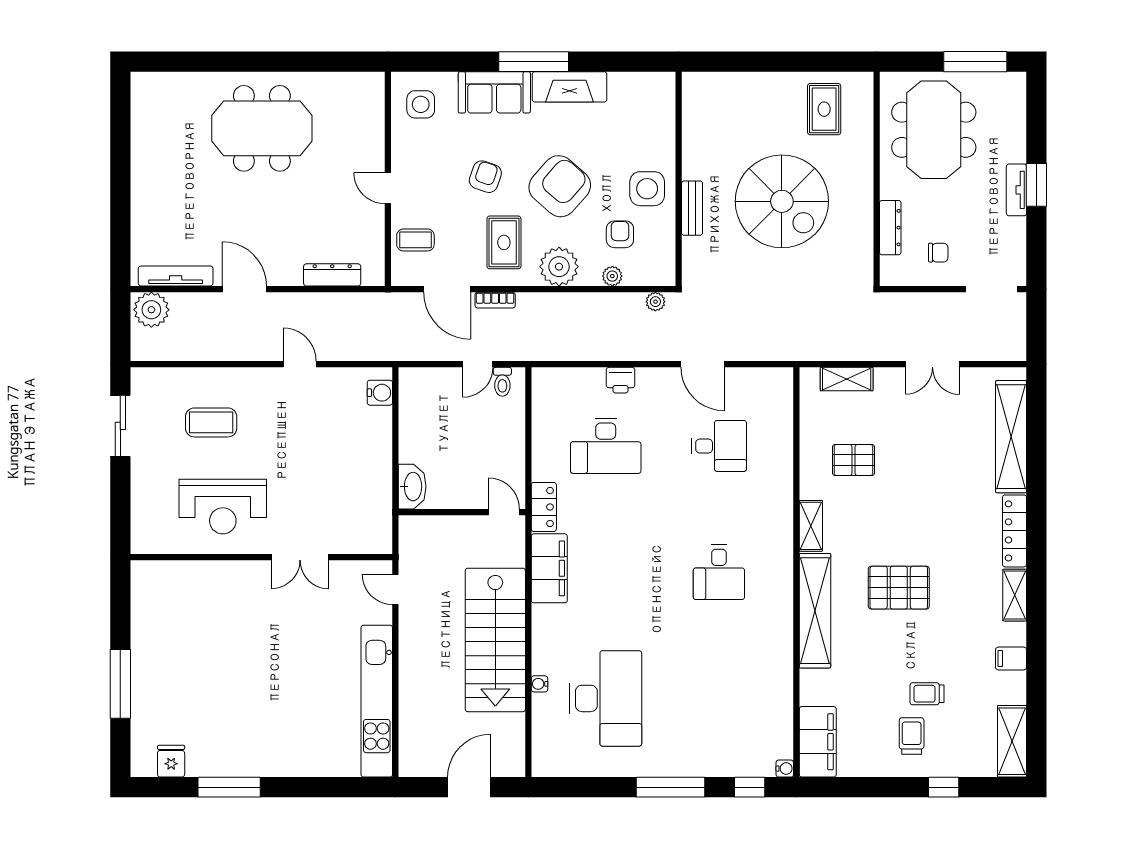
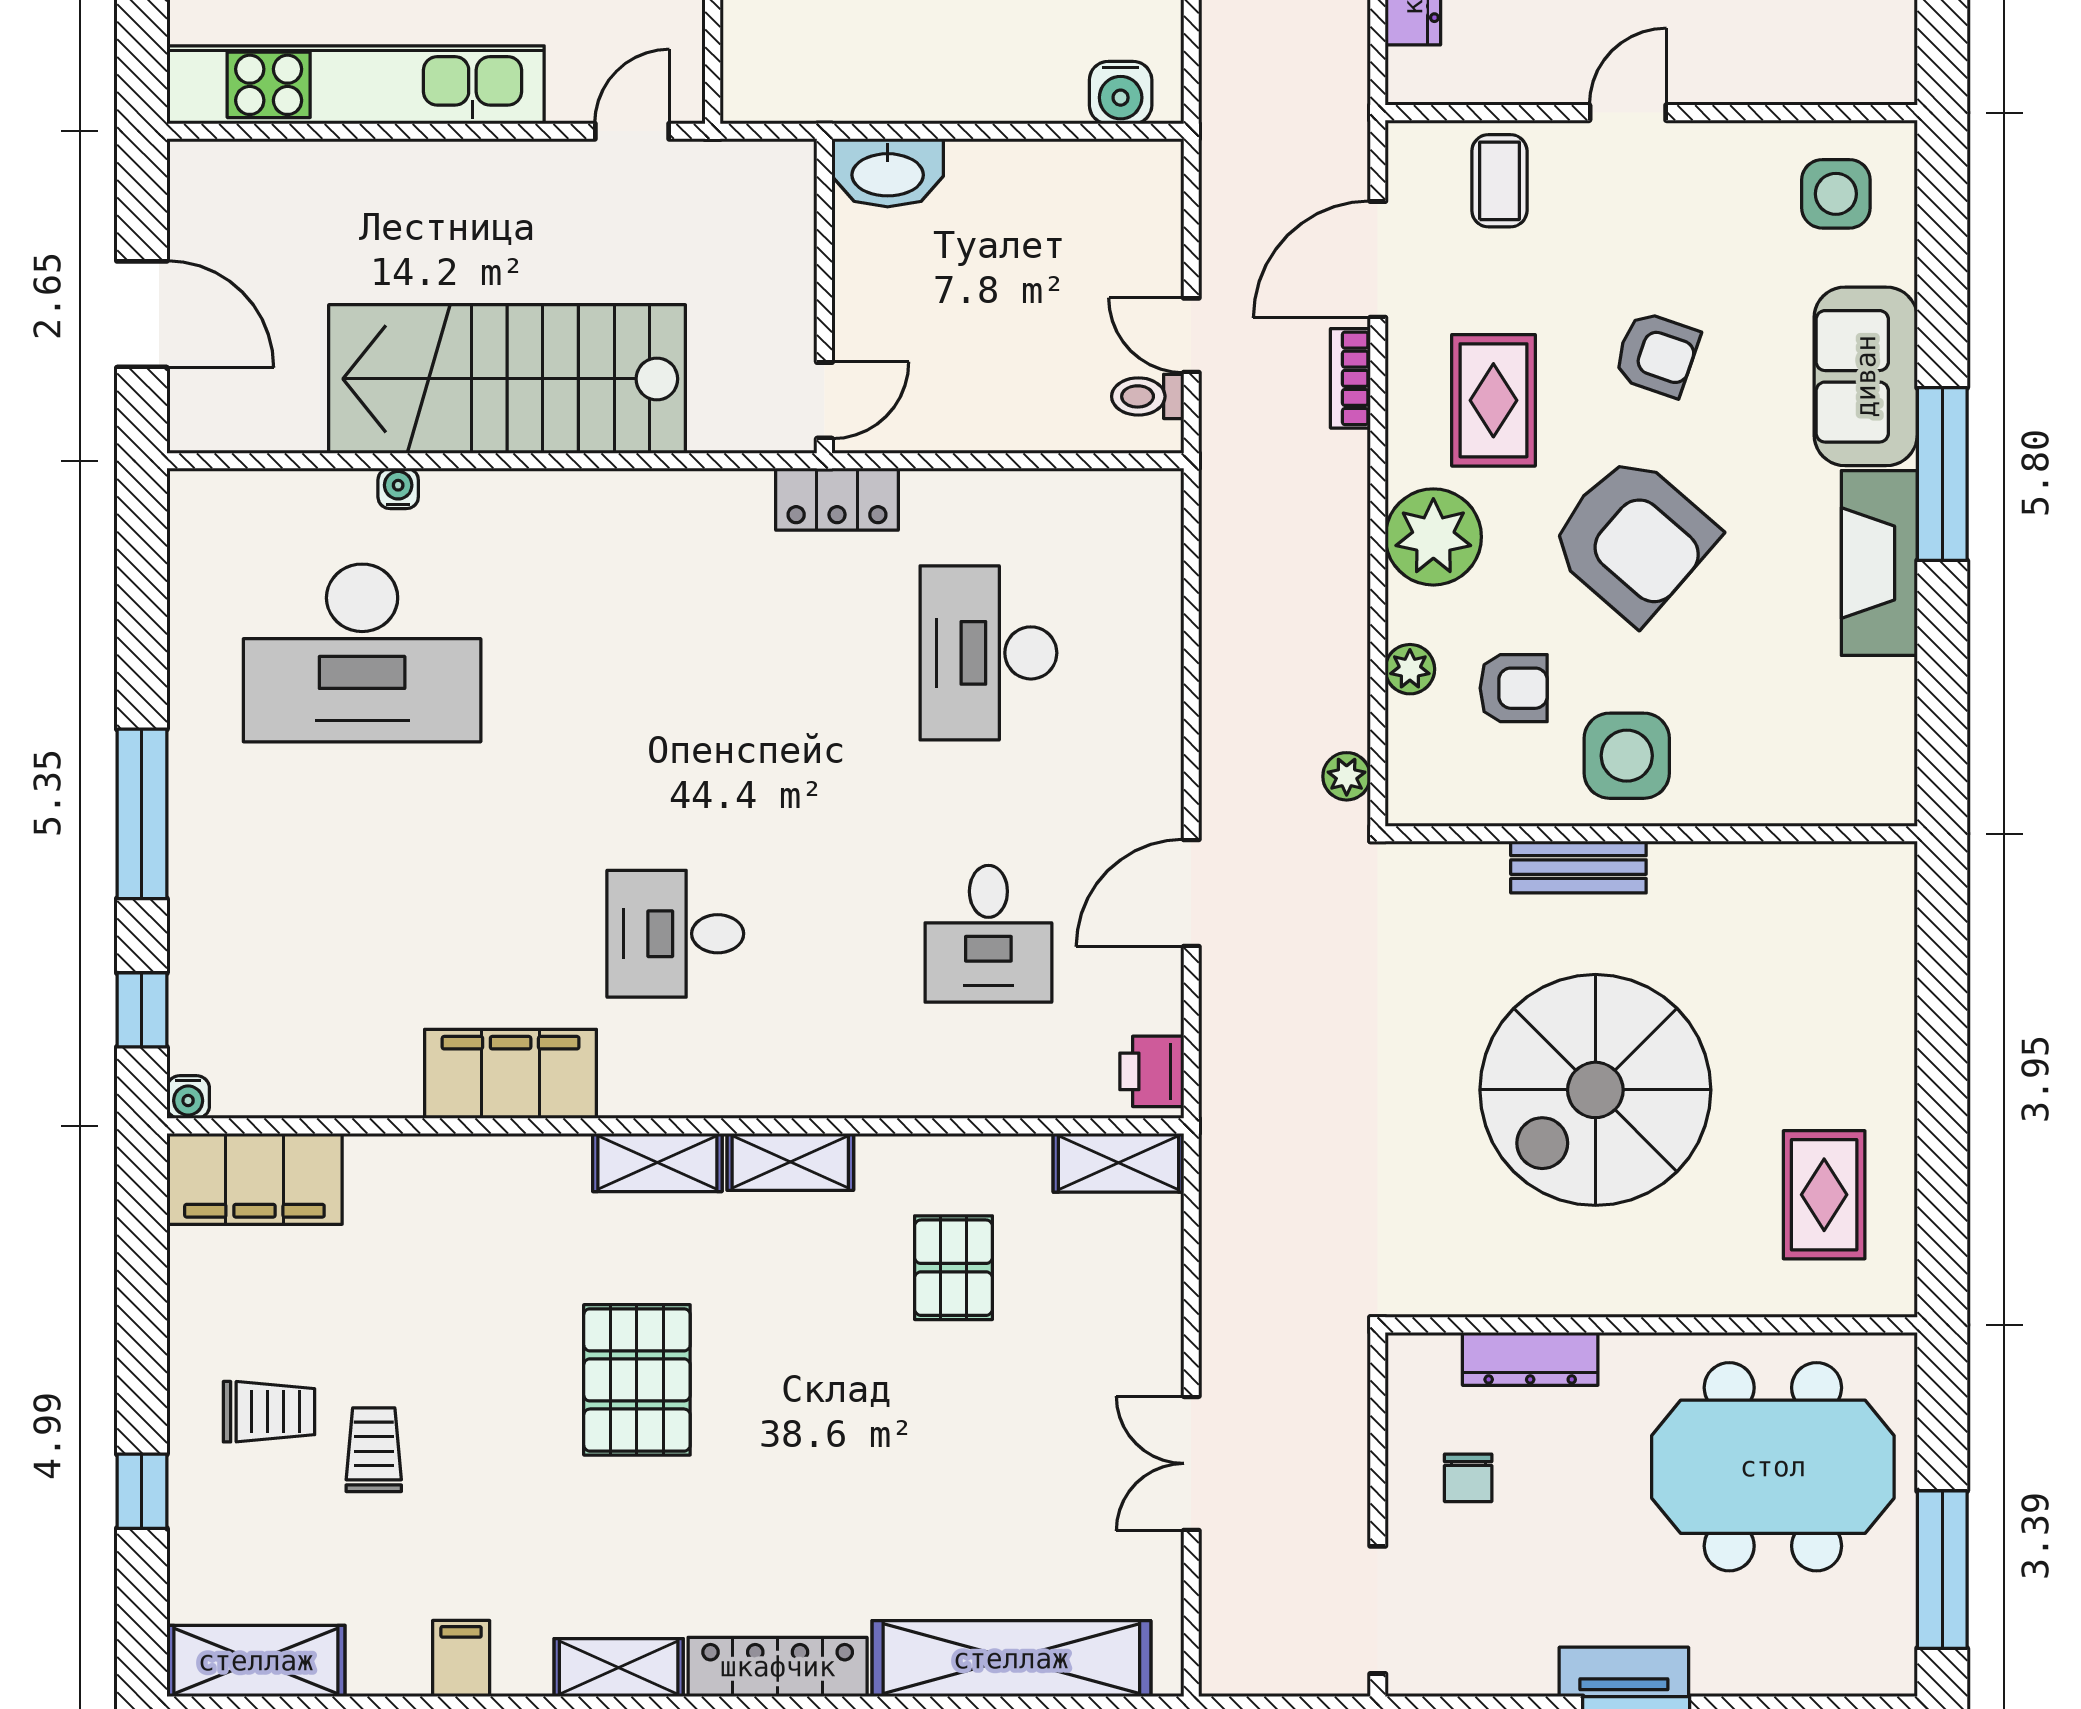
rug: (824, 109) -> (1824, 1195), turned 90
rug: (504, 242) -> (1493, 400), turned 90
shelving: (847, 379) -> (1118, 1163), moved, turned 90
printer: (620, 380) -> (1152, 1071), moved
filing cabinet: (549, 568) -> (511, 1074), moved, turned 180
shelving: (815, 611) -> (657, 1162), width x0.45, depth x0.75

